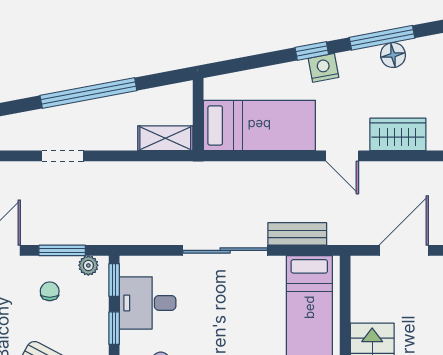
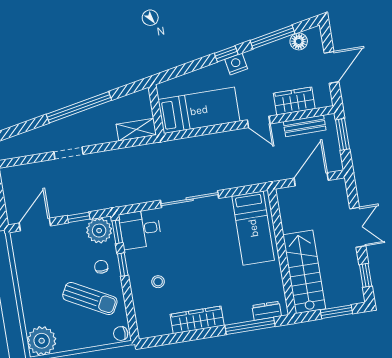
floor lamp: (393, 55) -> (299, 41), moved
bench: (297, 234) -> (305, 126), moved
window: (62, 250) -> (79, 217), width x0.67
plant: (88, 265) -> (99, 231), width x1.87, depth x1.87
chair: (50, 291) -> (101, 267), moved
desk: (148, 303) -> (140, 229), moved

